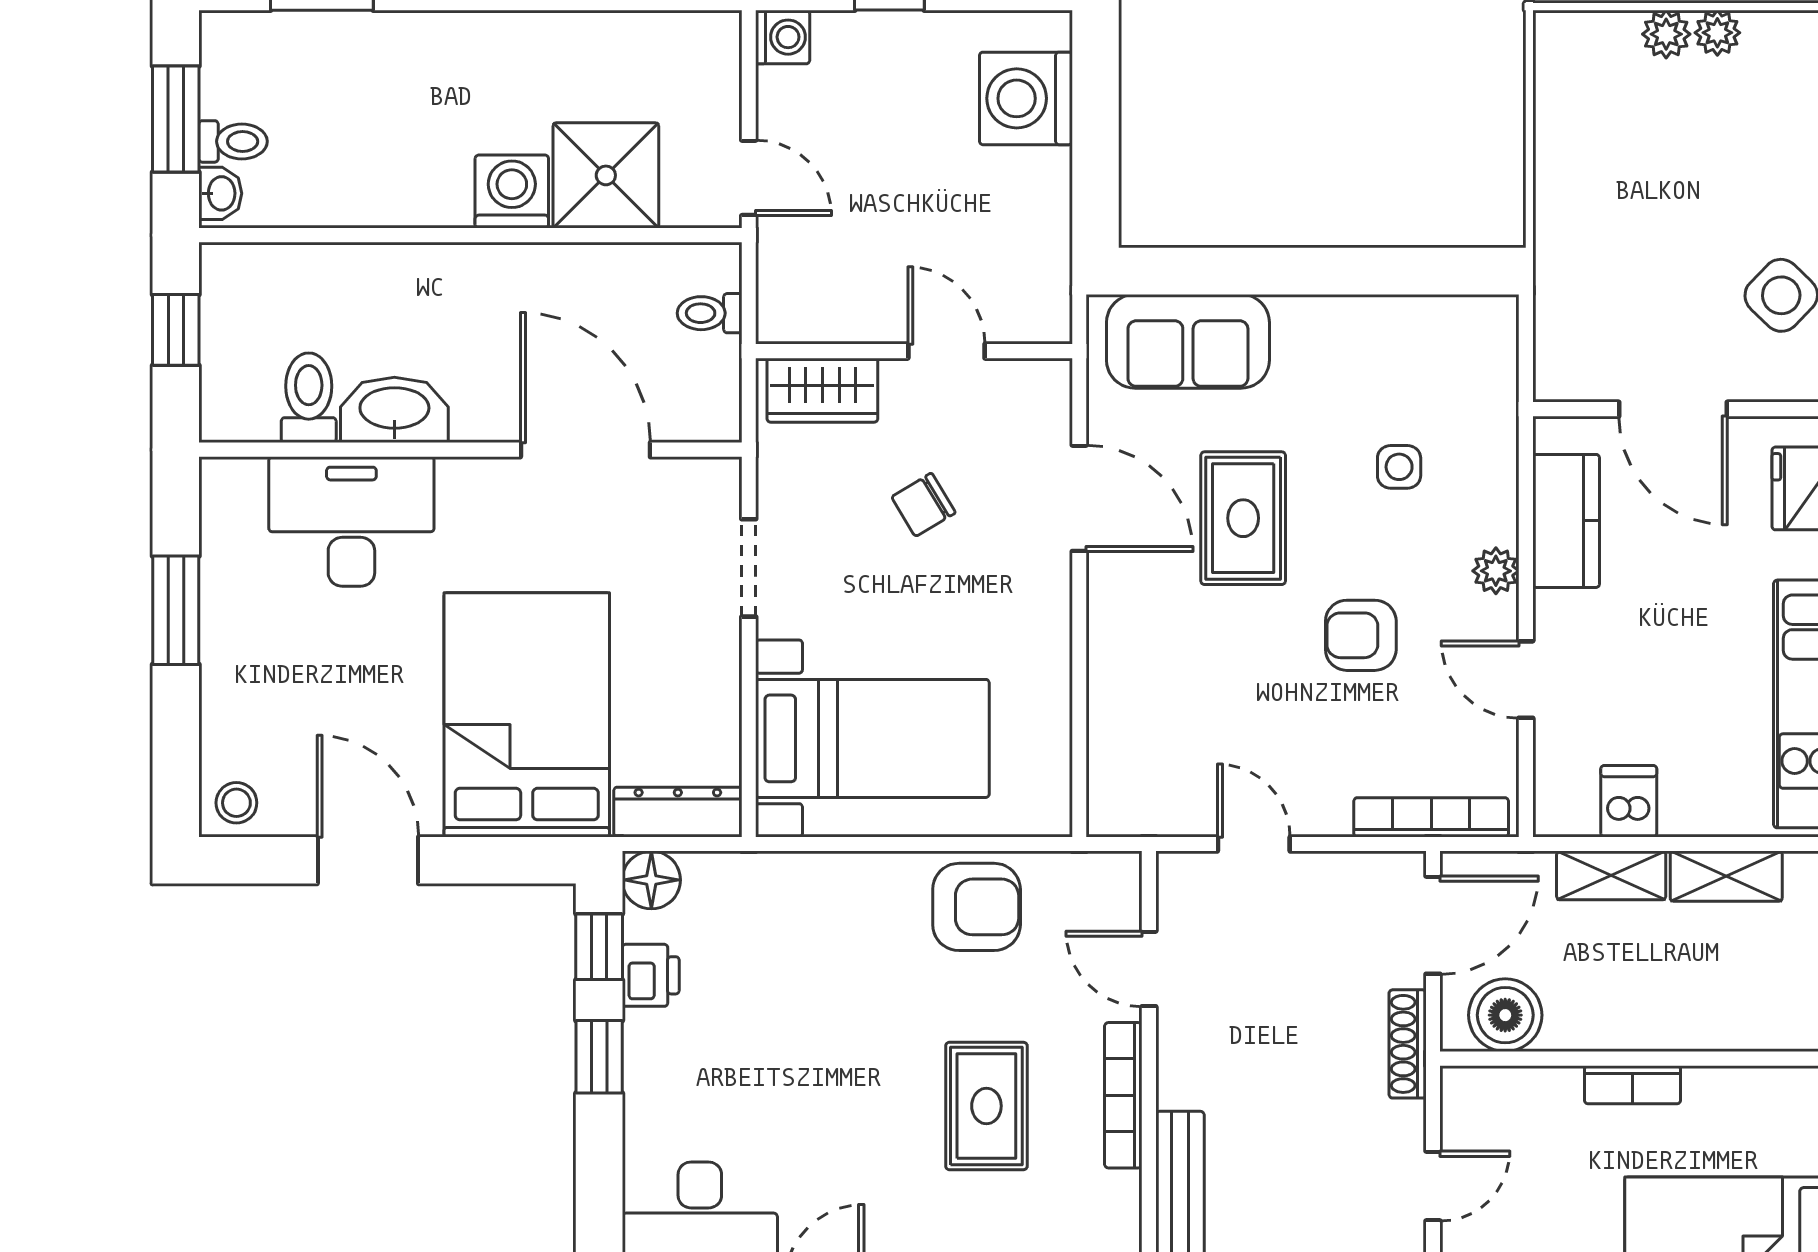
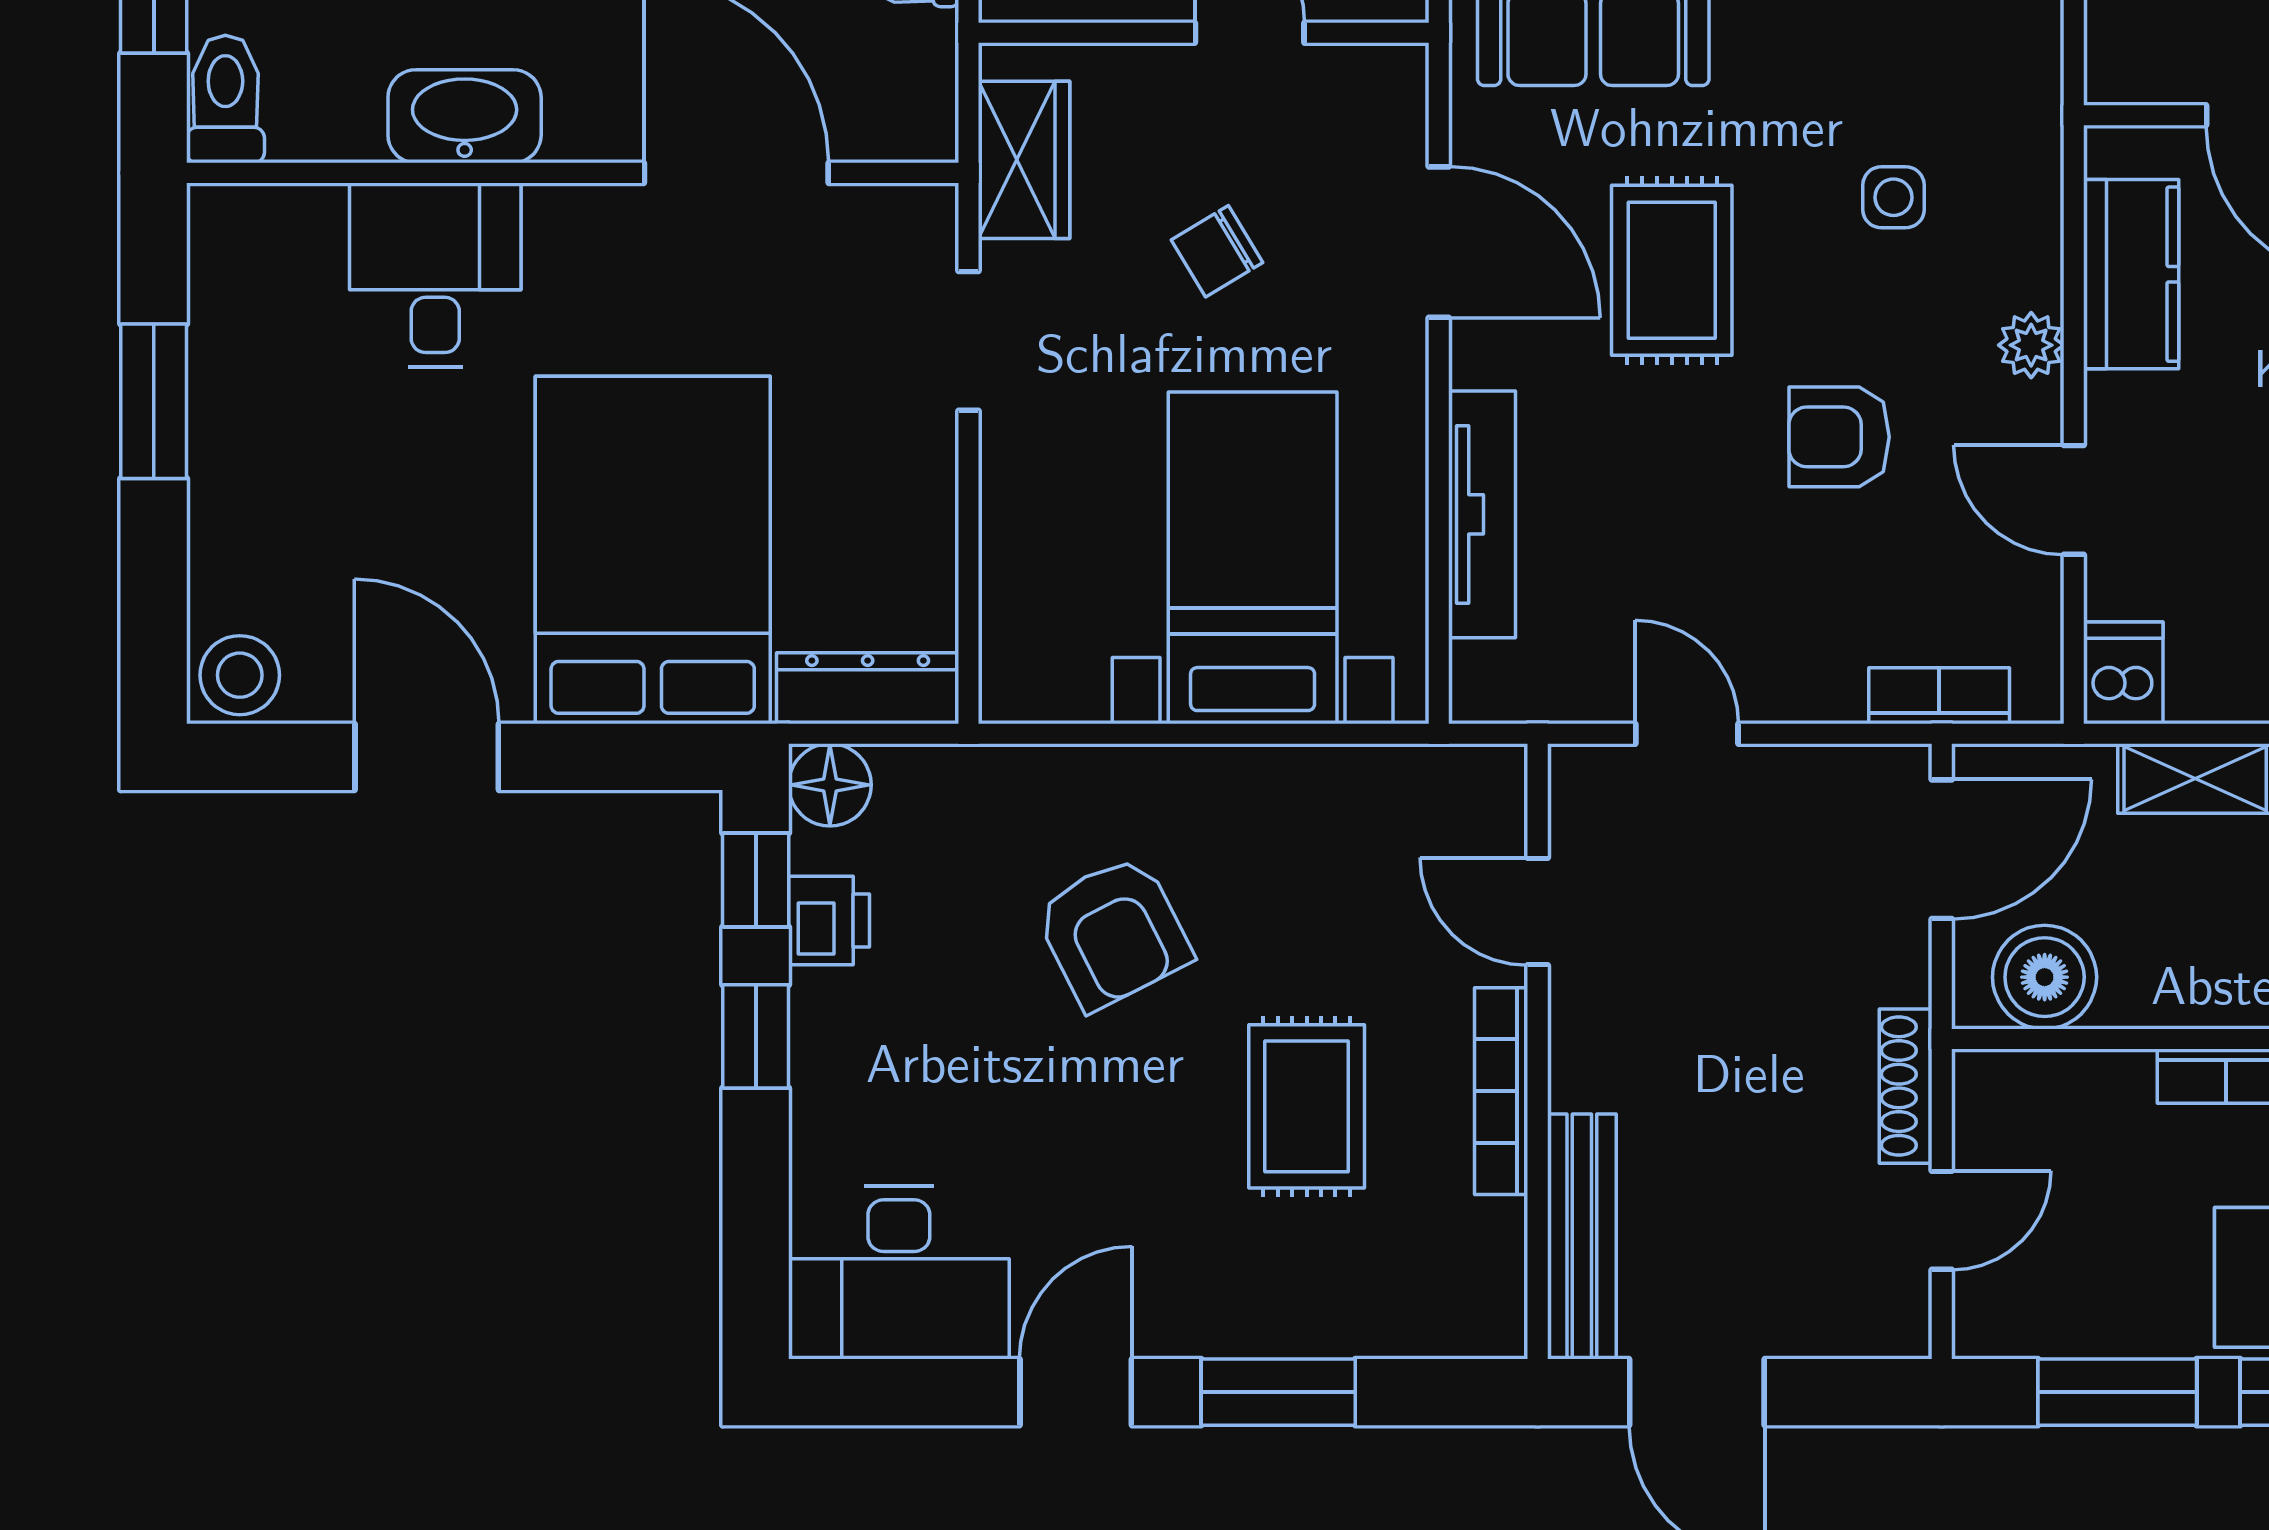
wardrobe: (822, 390) -> (1024, 160), moved, turned -90
toilet: (309, 398) -> (225, 99), moved
desk: (351, 522) -> (435, 275), width x0.73
tv unit: (1110, 690) -> (1482, 514), added
bed with nightstands: (872, 738) -> (1253, 558), moved, turned -90
dishwasher: (1629, 801) -> (2123, 673), moved
stool: (236, 803) -> (240, 675), width x1.37, depth x1.37
bookcase: (1431, 817) -> (1939, 696), width x0.64
armchair: (977, 907) -> (1113, 932), moved, turned 63
shoe rack: (1408, 1044) -> (1906, 1086), moved

